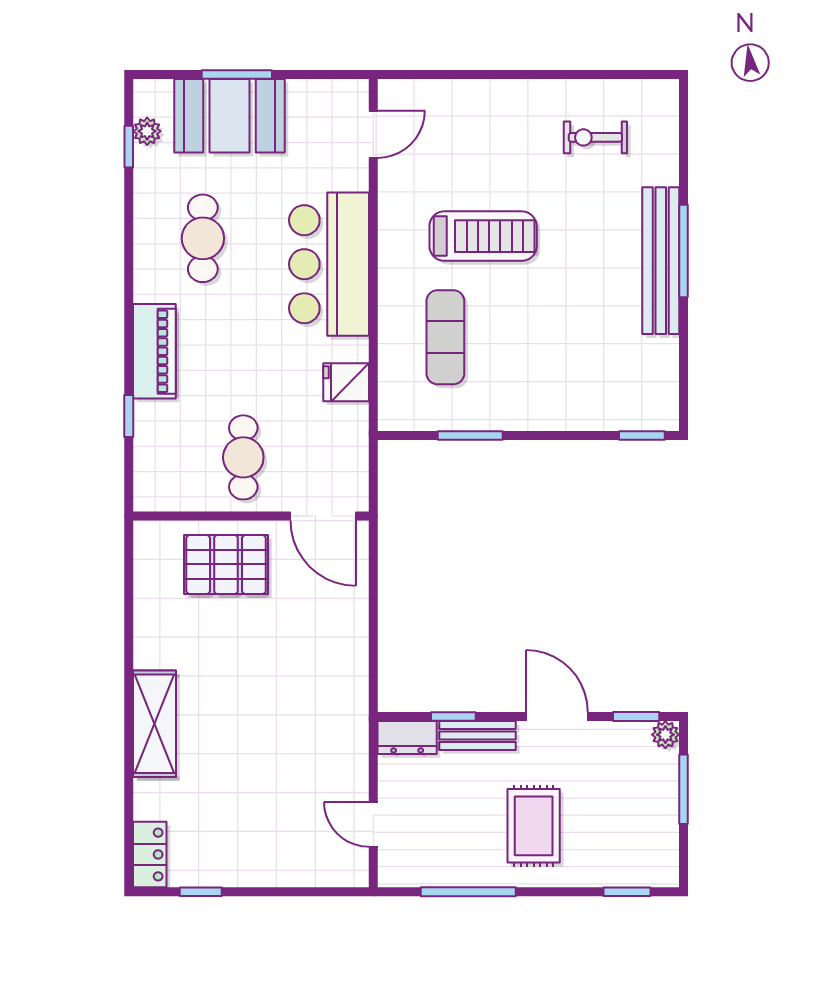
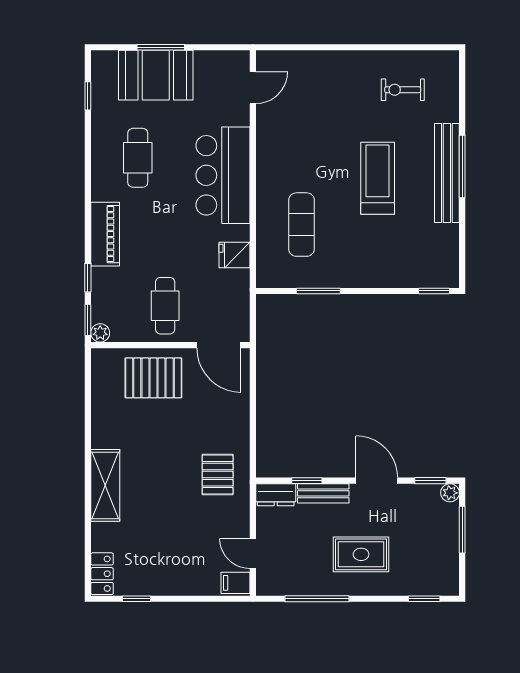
plant: (147, 131) -> (100, 333), moved
treadmill: (483, 236) -> (378, 178), moved, turned -90
window: (129, 478) -> (88, 320), added
pallet: (321, 708) -> (218, 475), added
rug: (534, 826) -> (361, 554), turned 90
filing cabinet: (348, 868) -> (236, 583), added

